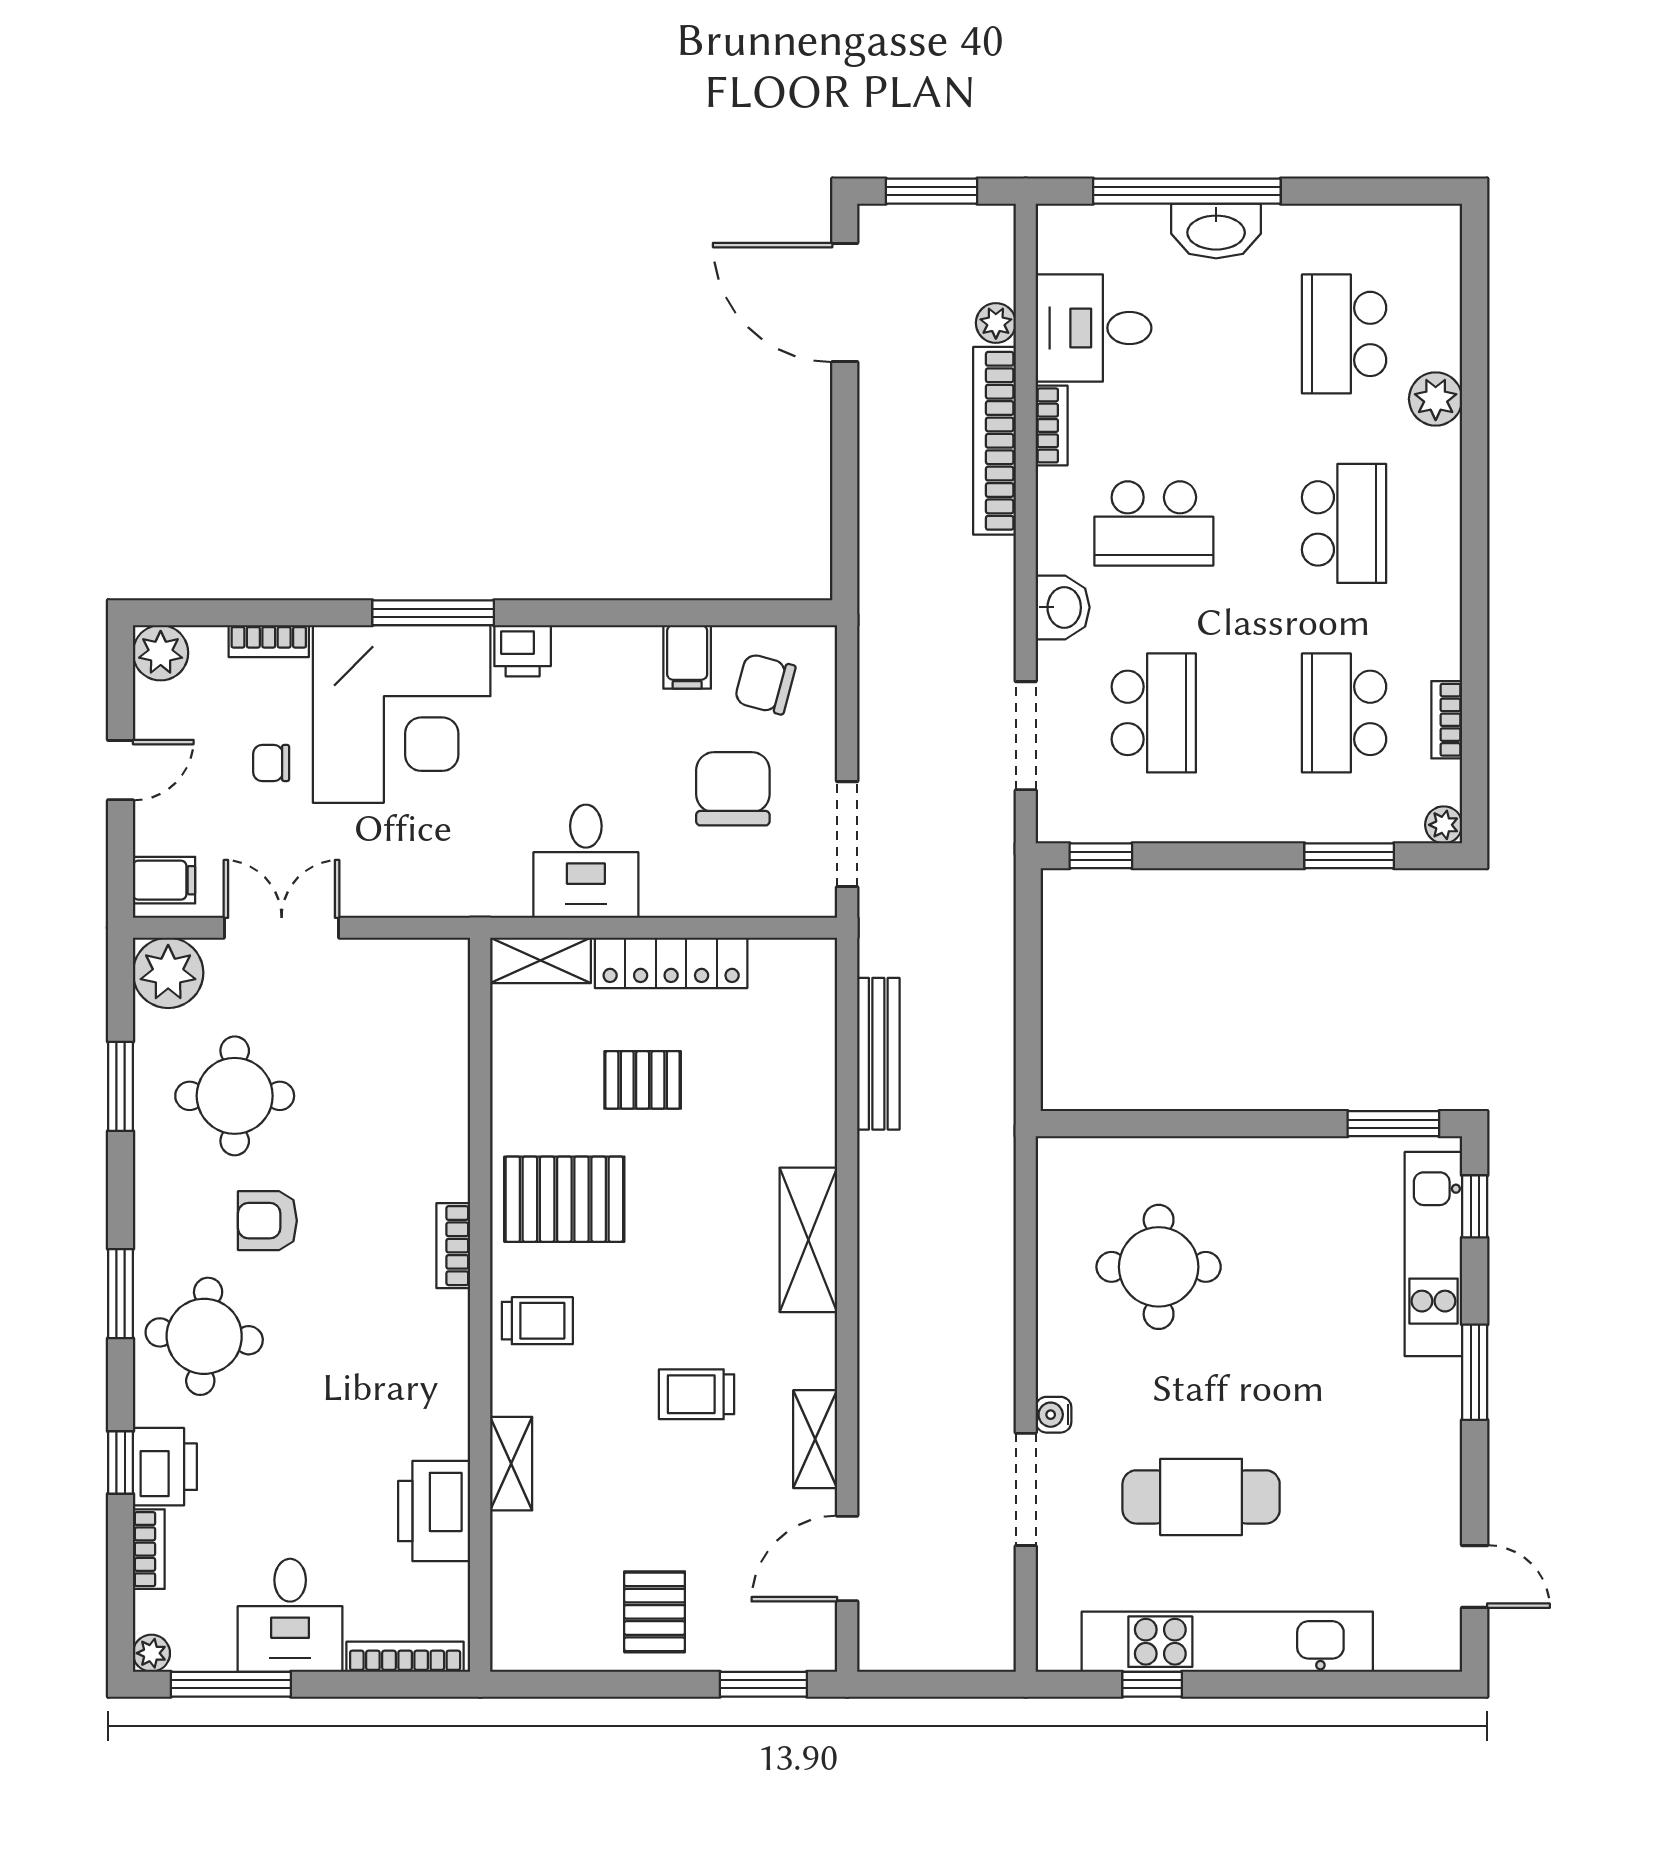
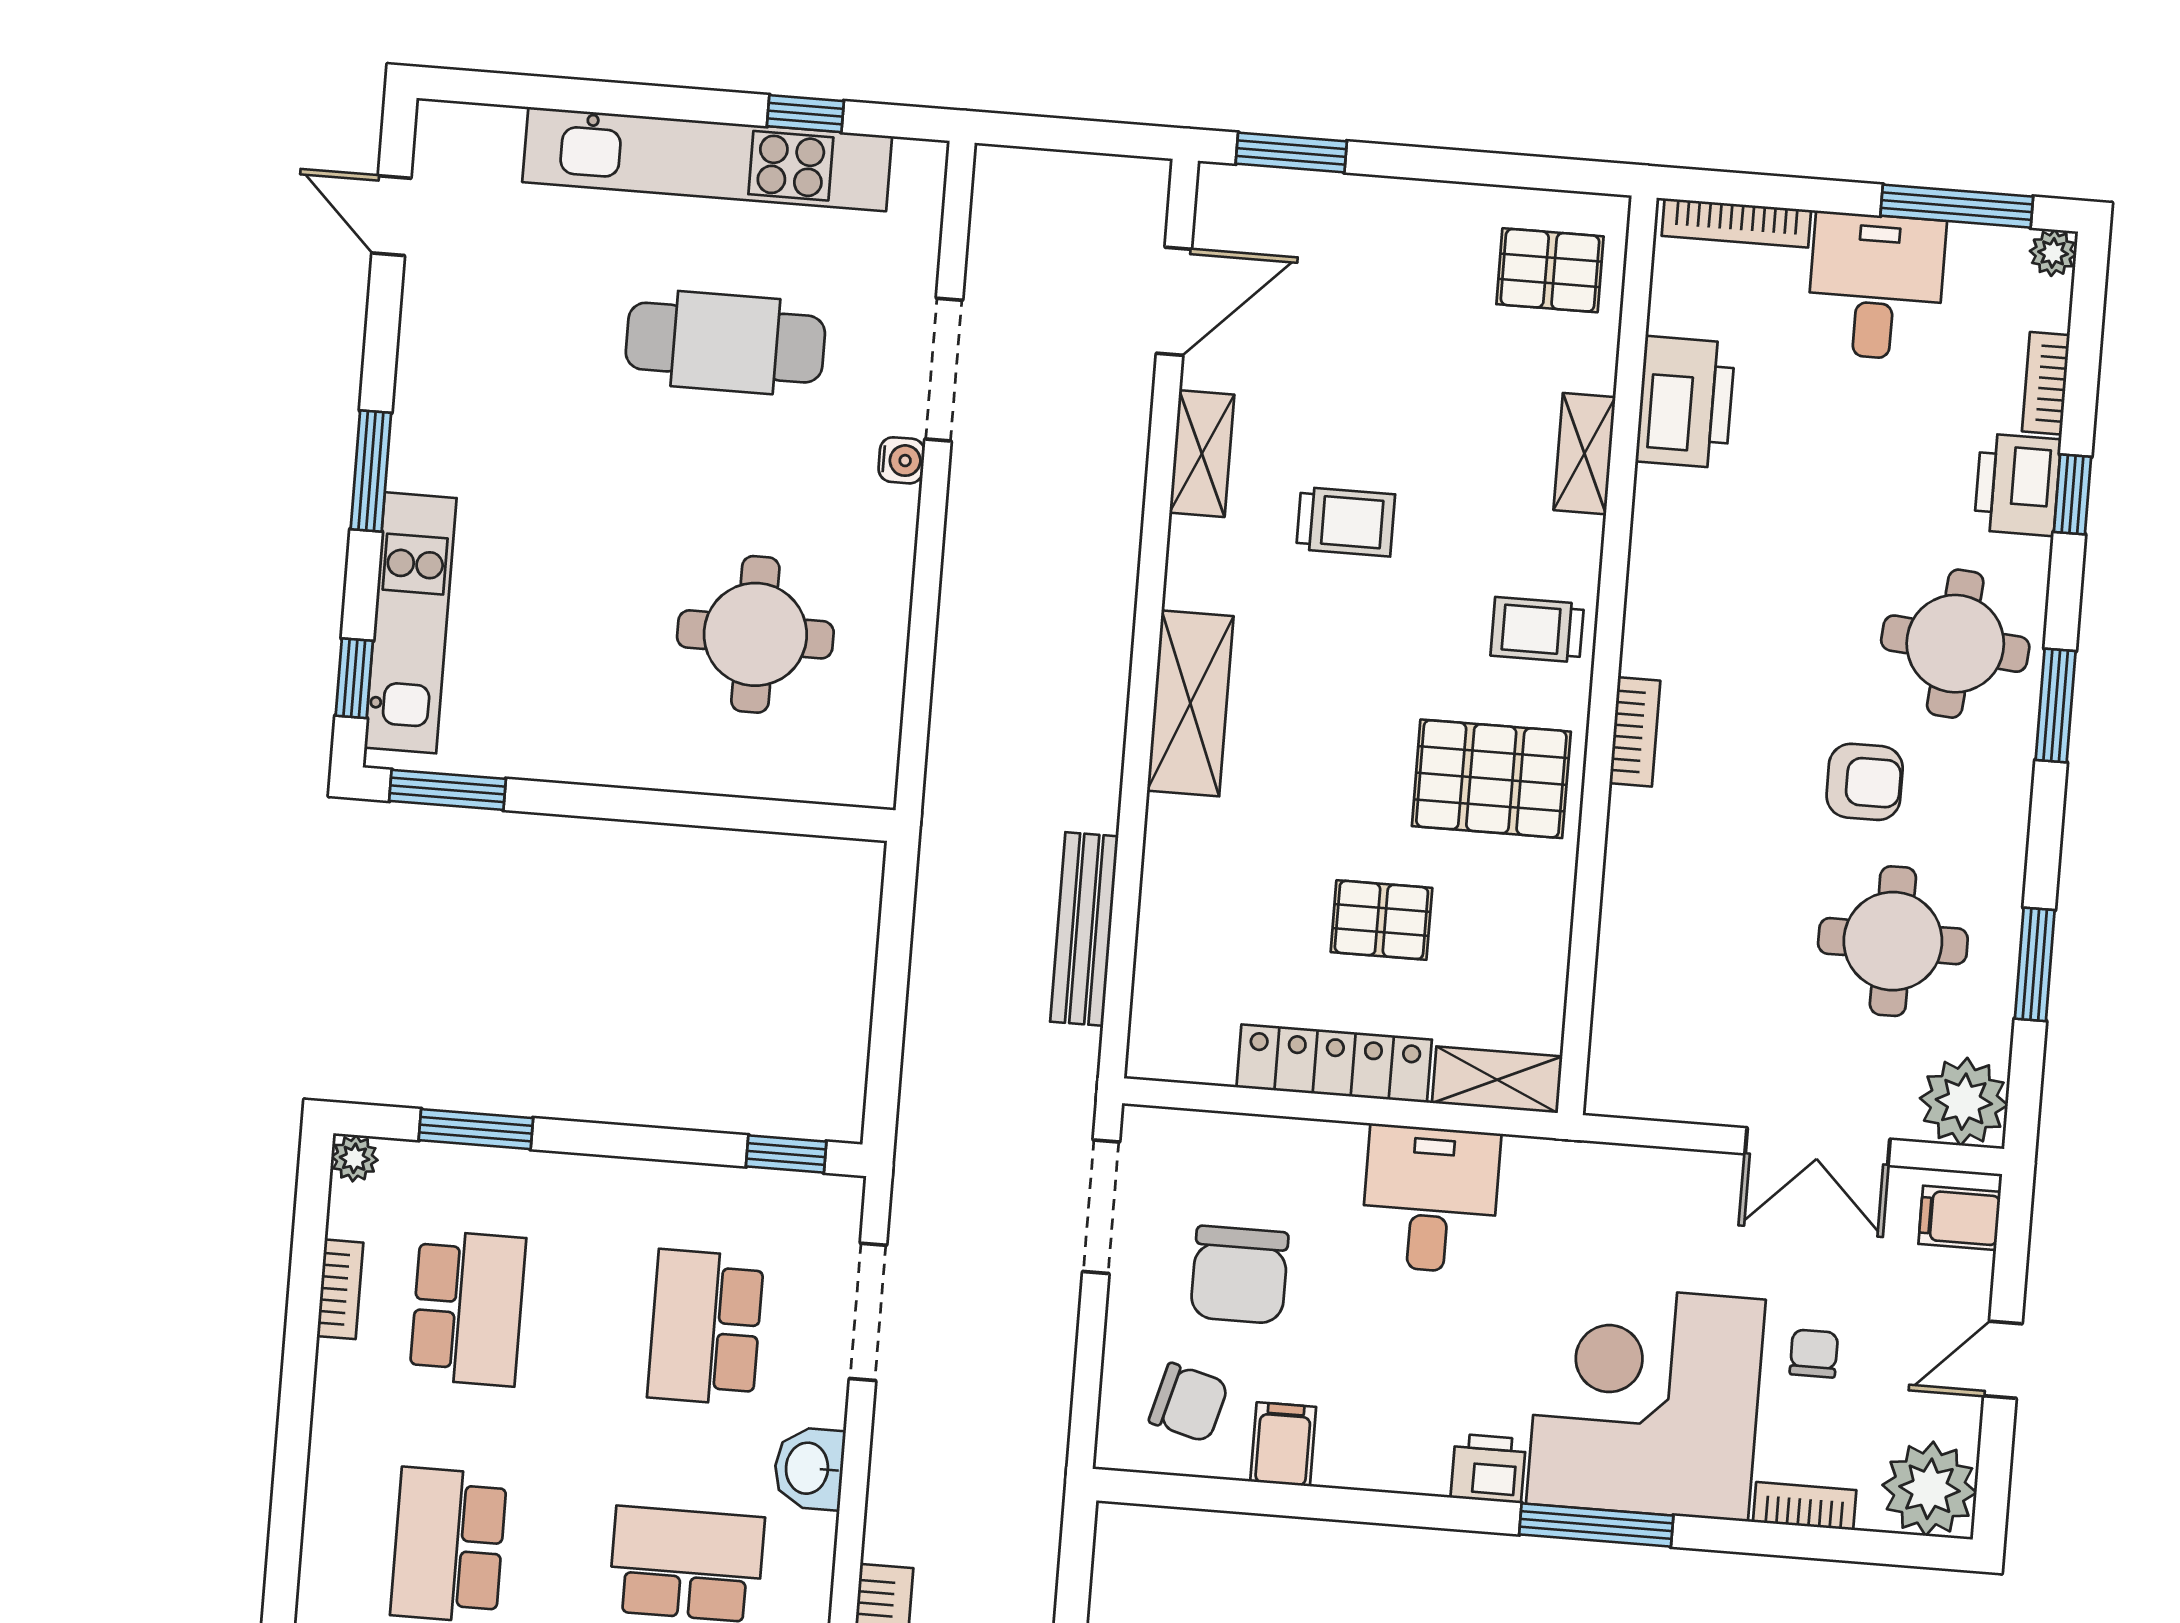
plant: (161, 653) -> (1929, 1489), width x1.36, depth x1.36
chair: (271, 763) -> (1814, 1354), turned -90
pallet: (655, 1612) -> (1550, 270), moved, turned 90

